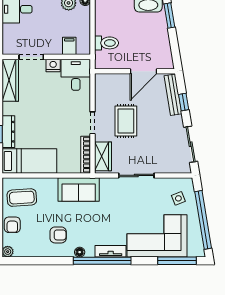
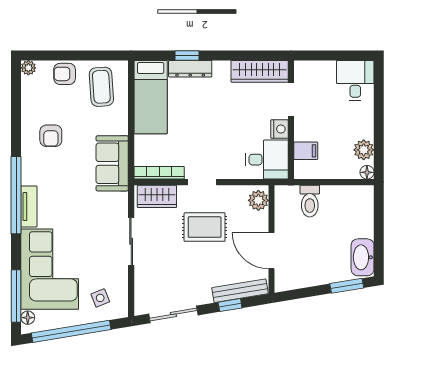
plant: (106, 81) -> (258, 200), added
floor lamp: (80, 252) -> (28, 318), moved

